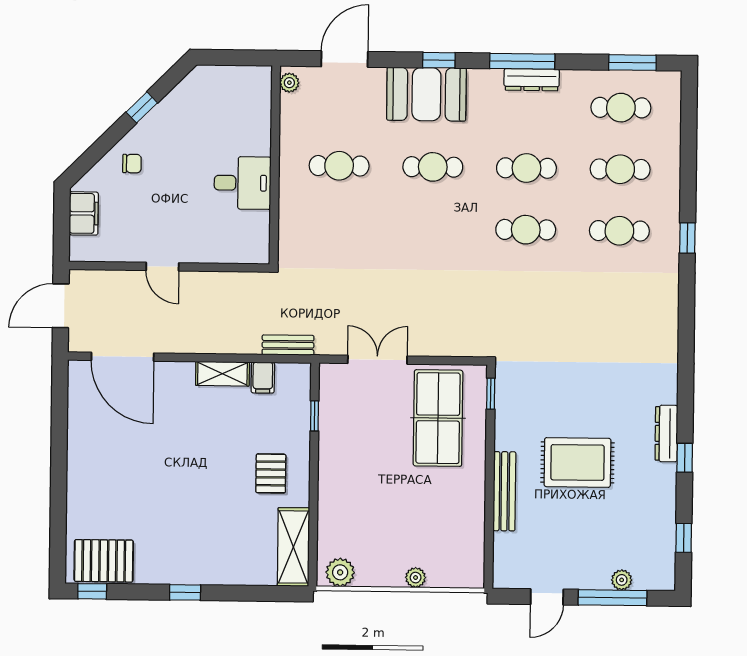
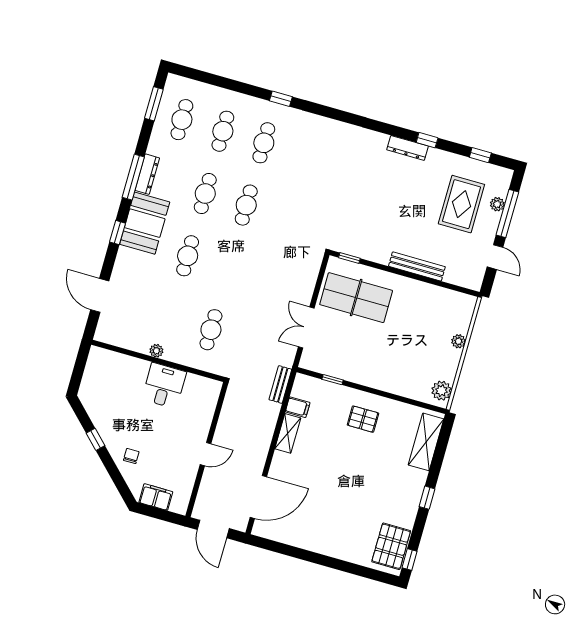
plant: (289, 83) -> (156, 351), moved
booth: (426, 94) -> (145, 223), moved
cafe table: (339, 166) -> (211, 330), moved
rug: (577, 462) -> (461, 204), moved
shelving: (293, 547) -> (426, 442), moved, turned 90

